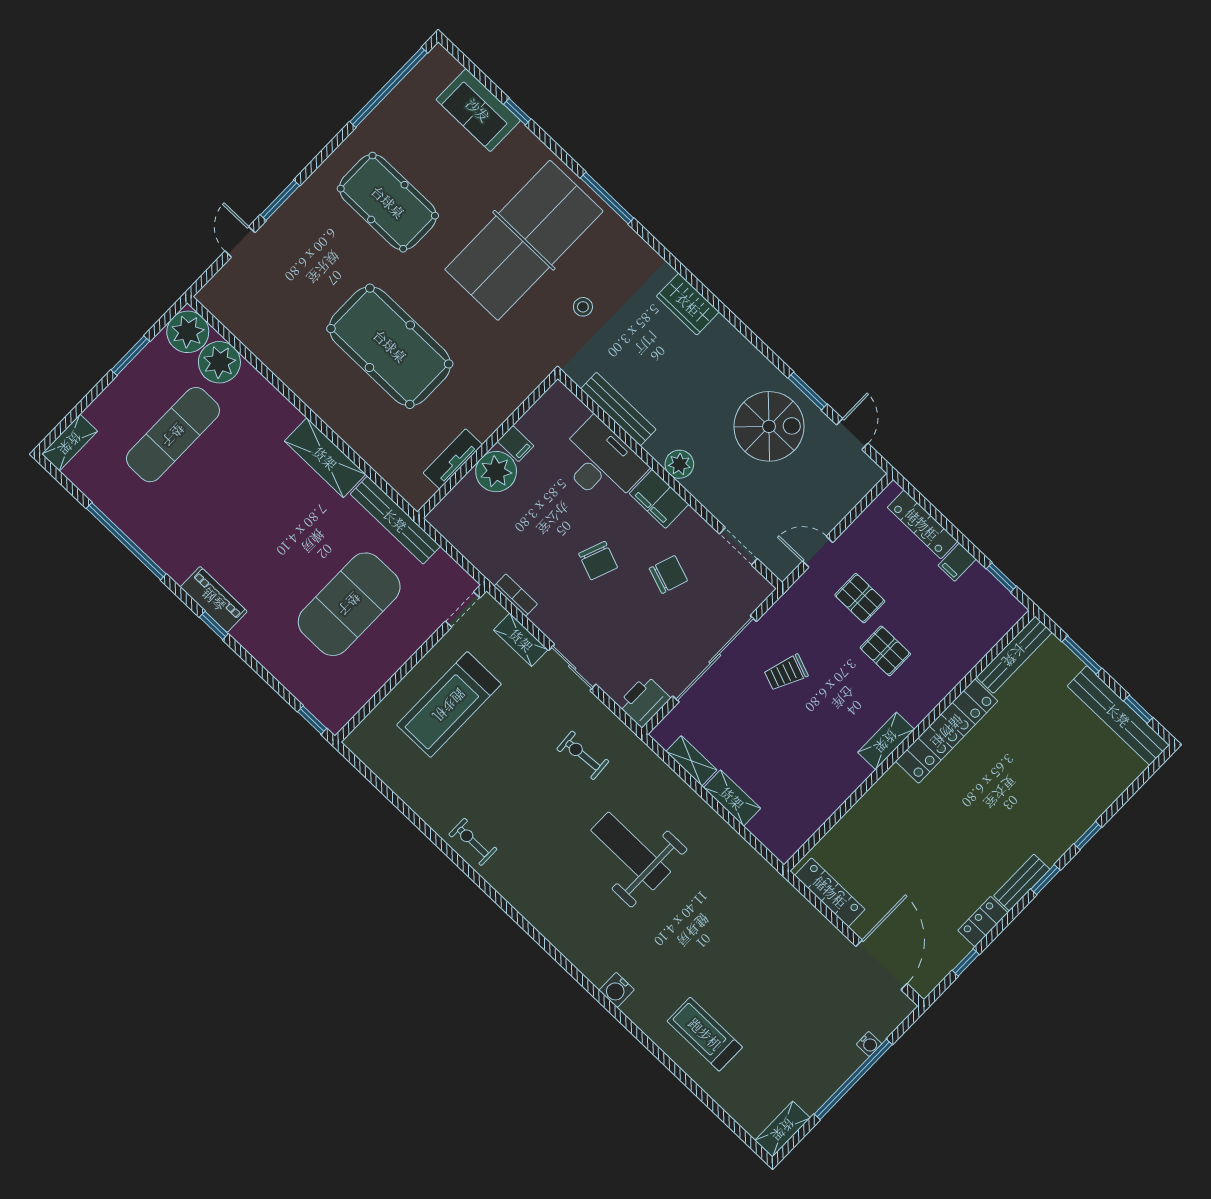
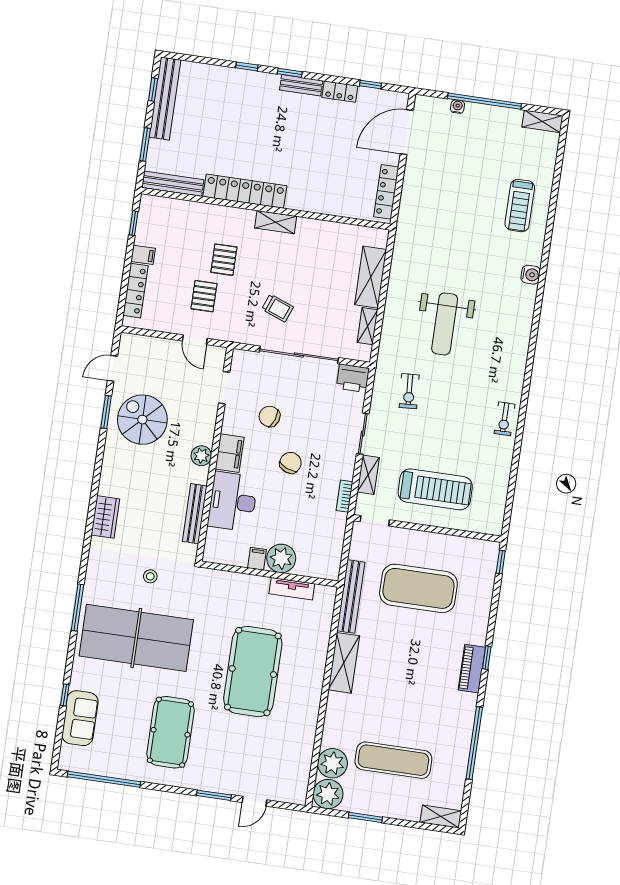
shelving: (732, 798) -> (371, 277), width x1.50, depth x1.33

